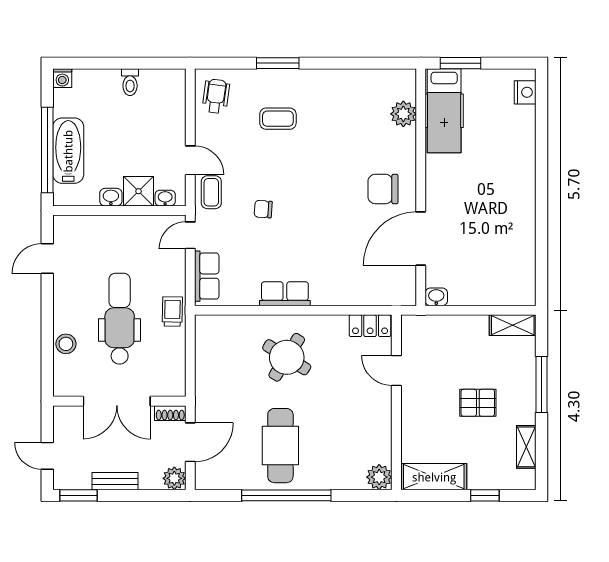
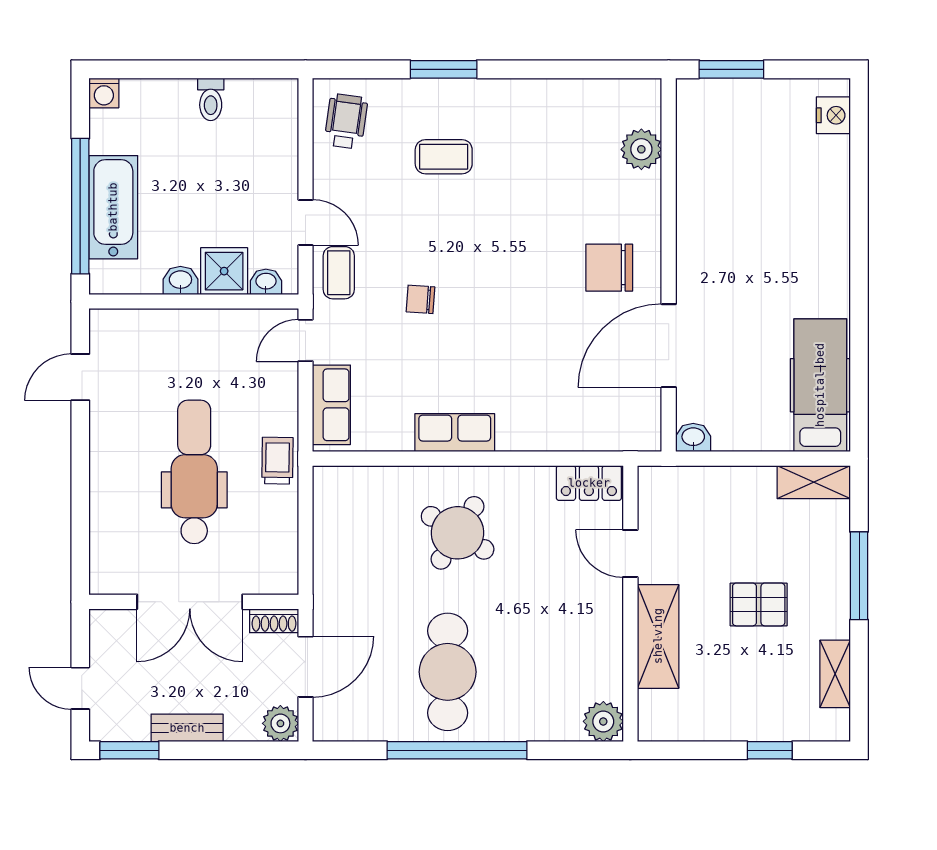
hospital bed: (444, 111) -> (820, 385), moved, turned 180
stool: (66, 344) -> (110, 512), removed
shelving: (434, 477) -> (658, 636), moved, turned 90

